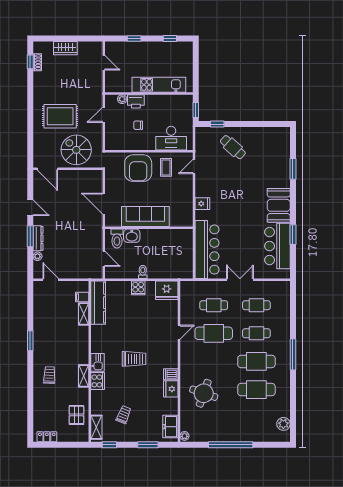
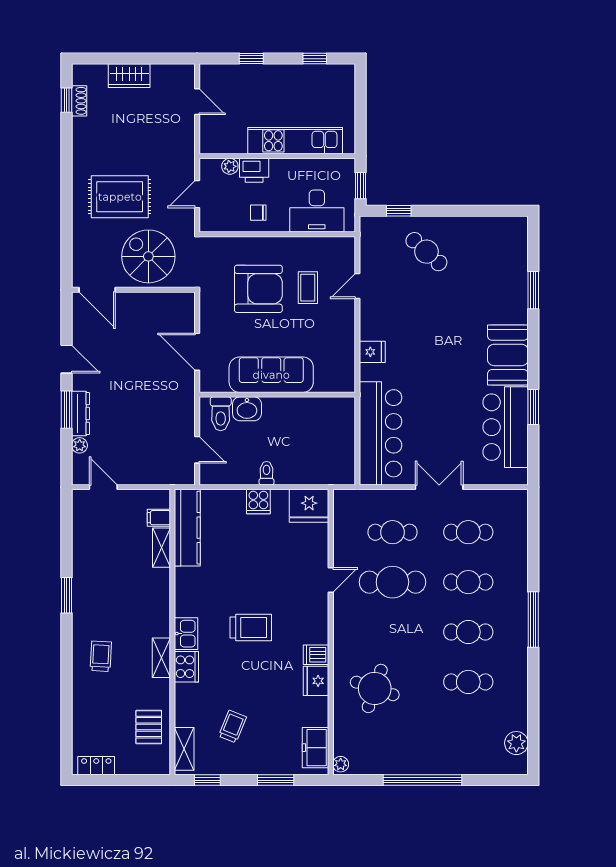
desk: (171, 138) -> (317, 211), moved
wall: (149, 151) -> (277, 234), moved
armchair: (138, 168) -> (258, 289), turned -90
cafe table: (256, 361) -> (468, 632), width x0.73, depth x0.74
cafe table: (256, 390) -> (468, 682), width x0.73, depth x0.74

